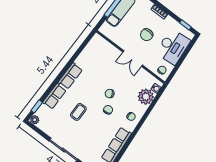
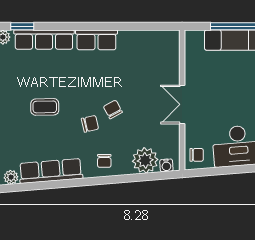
chair: (147, 35) -> (228, 99), removed
row of seats: (54, 96) -> (44, 40), width x1.48
coffee table: (78, 112) -> (45, 107), moved

